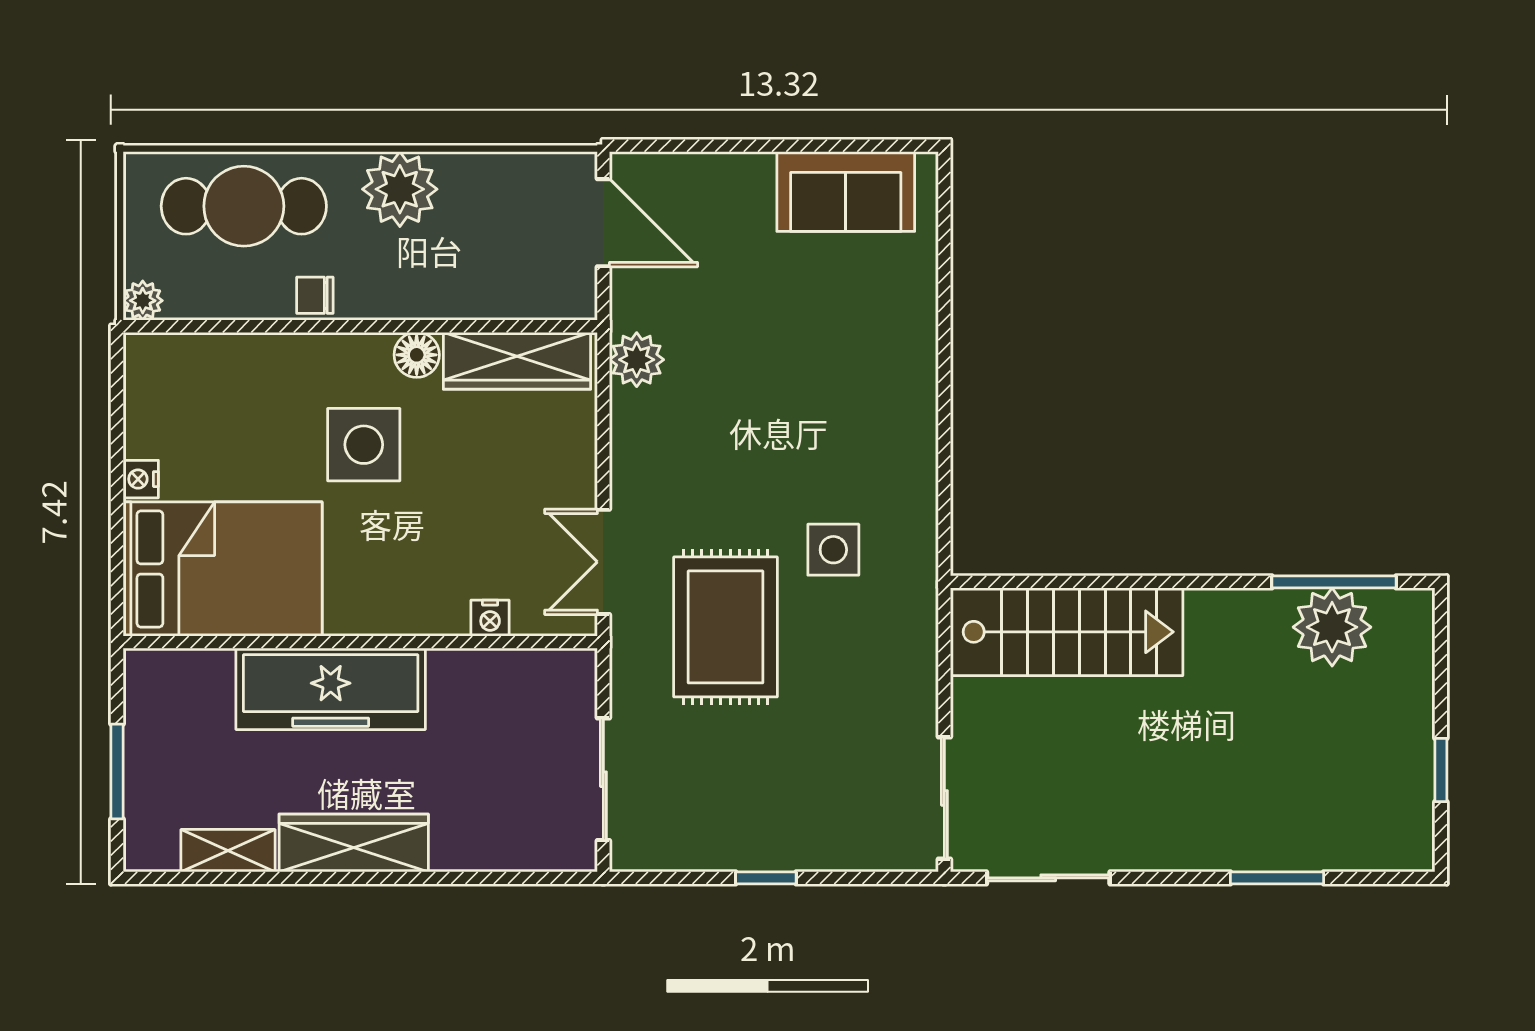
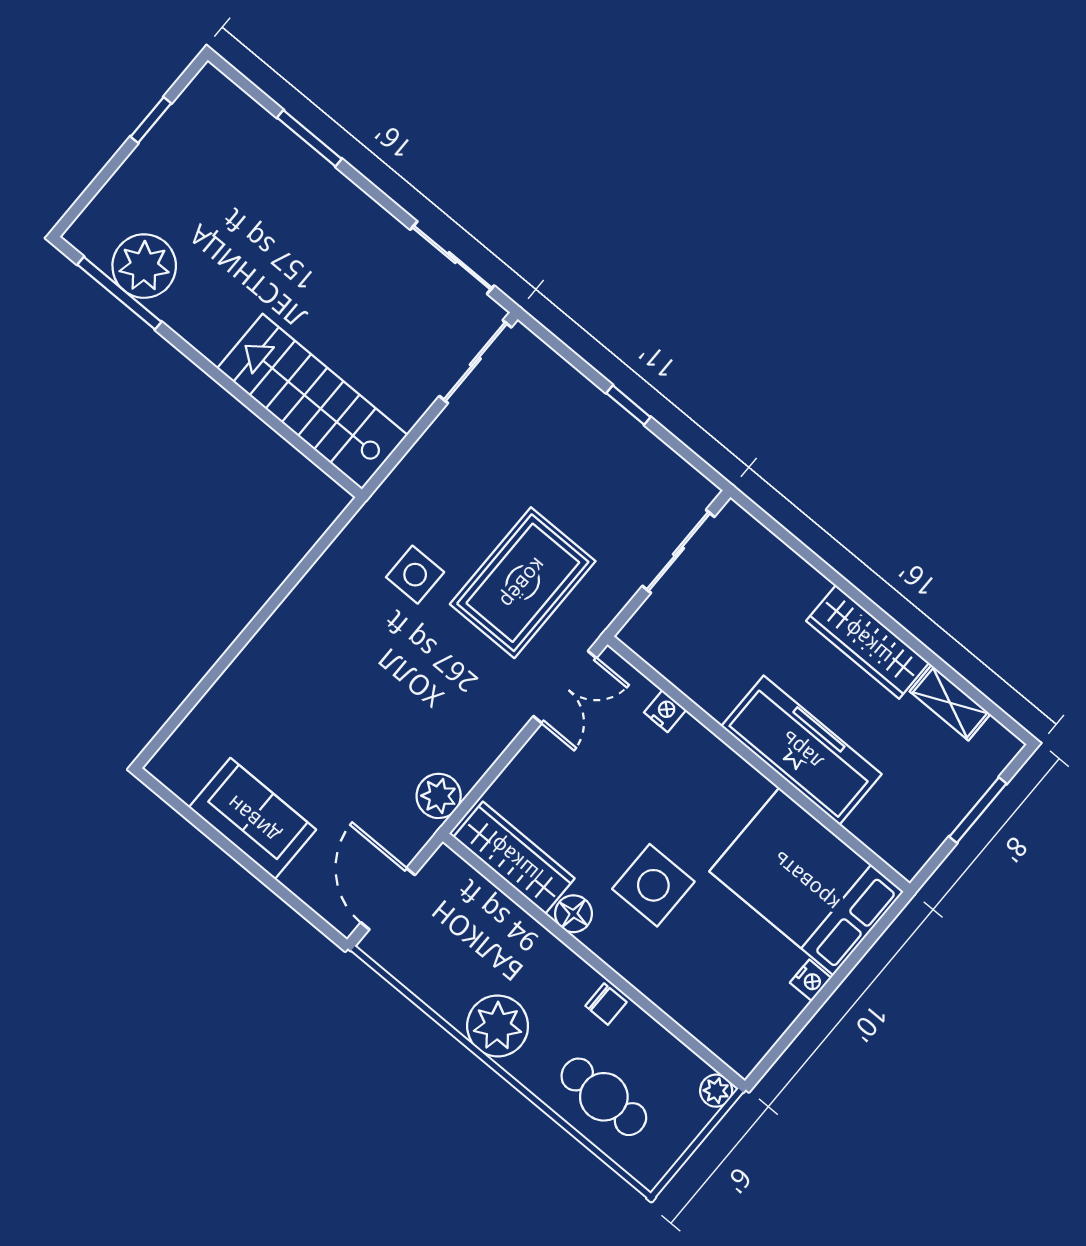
sofa: (846, 192) -> (253, 819), moved
cafe table: (244, 206) -> (604, 1097), width x0.73, depth x0.74

